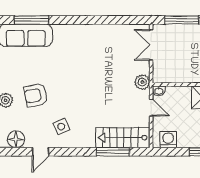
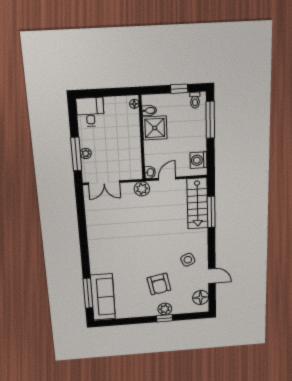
plant: (182, 29) -> (86, 153), added

